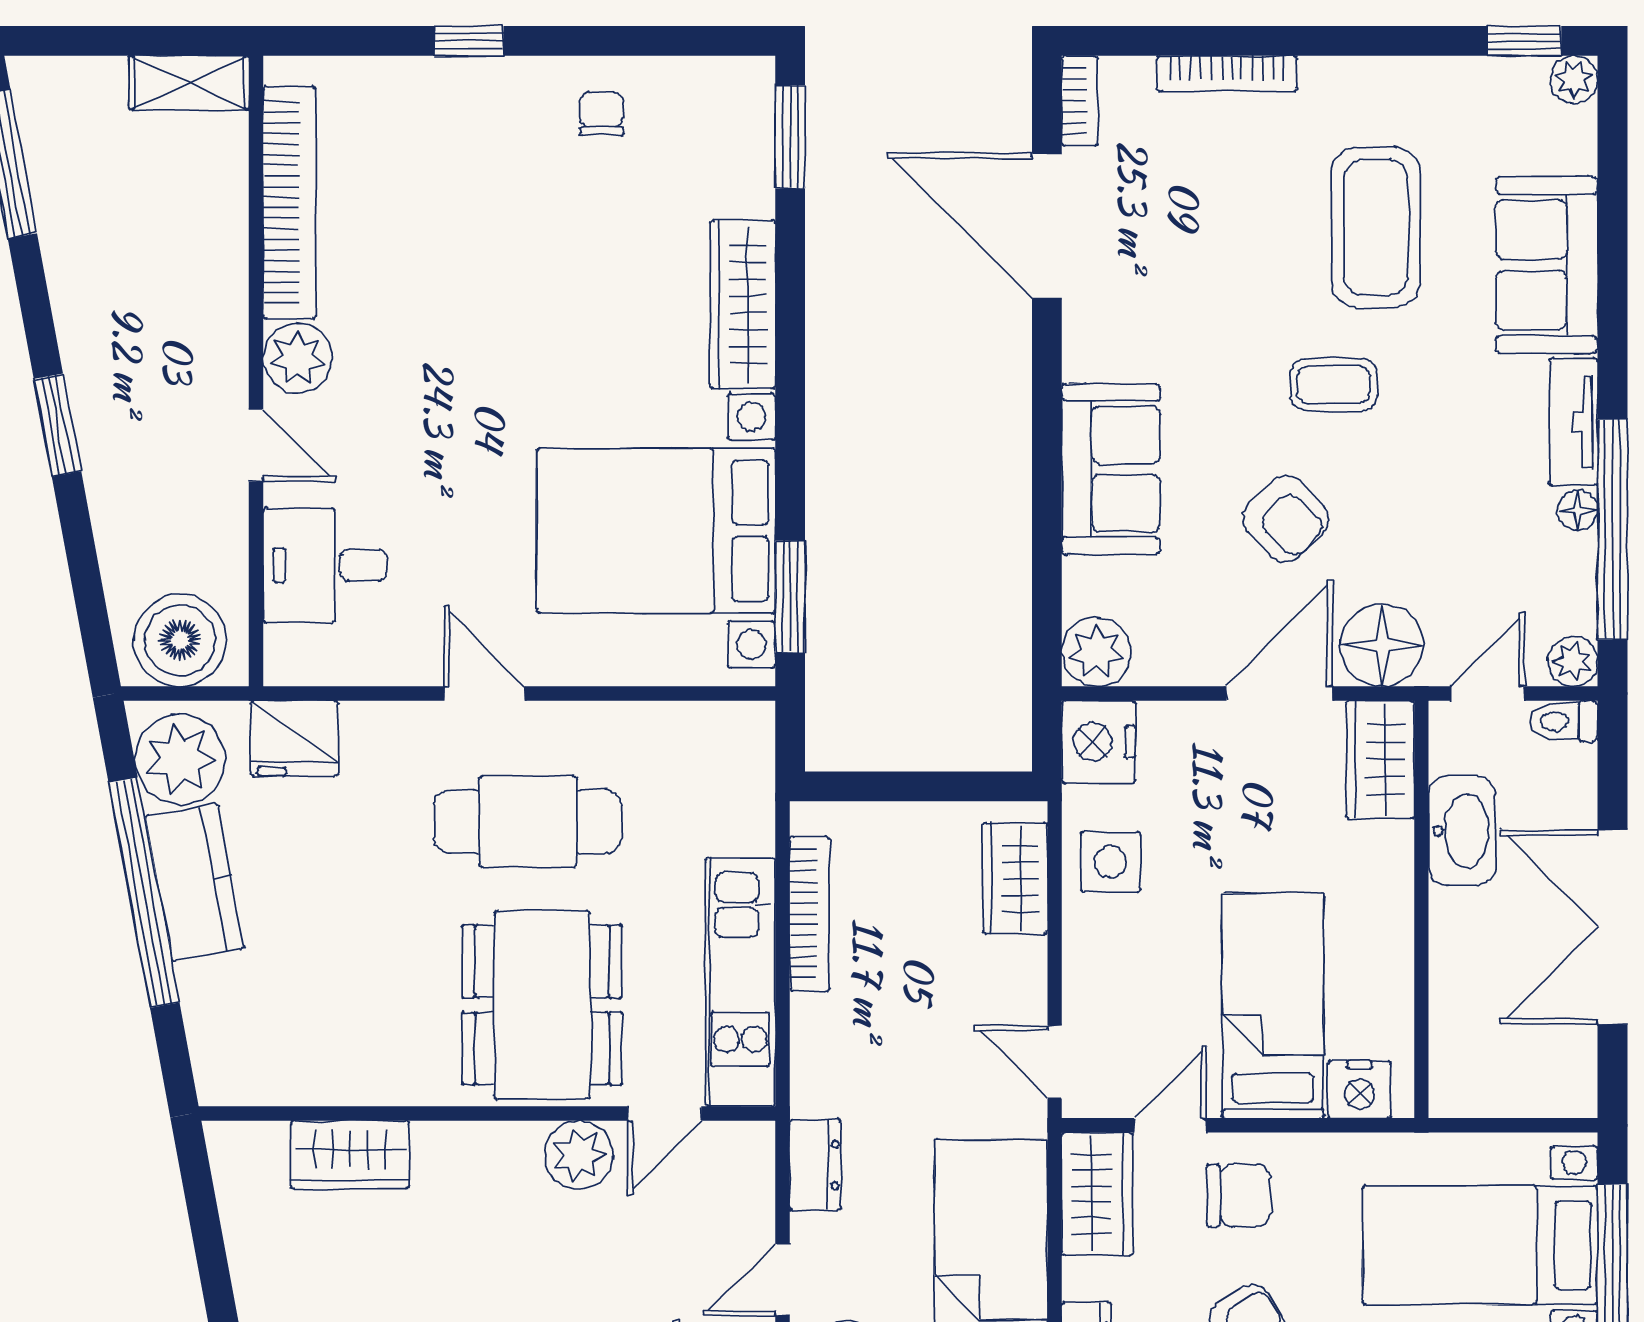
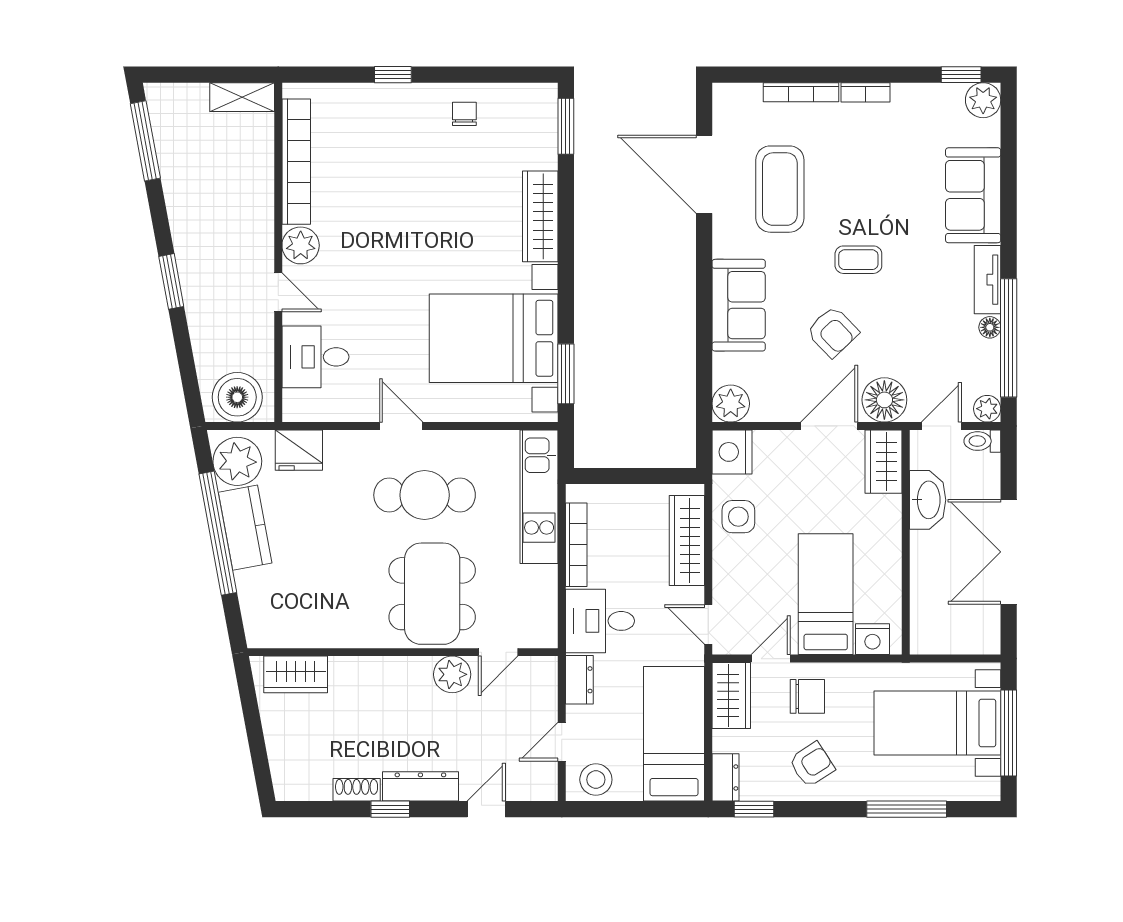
plant: (1574, 79) -> (983, 100), width x1.38, depth x1.38
bookcase: (1080, 101) -> (865, 92), moved, turned 90
coffee table: (1376, 227) -> (780, 189), moved
wardrobe: (1015, 878) -> (687, 541), width x1.50
kitchen unit: (740, 982) -> (539, 497), moved
desk: (853, 1056) -> (600, 621), added
wardrobe: (350, 1155) -> (296, 674), moved

